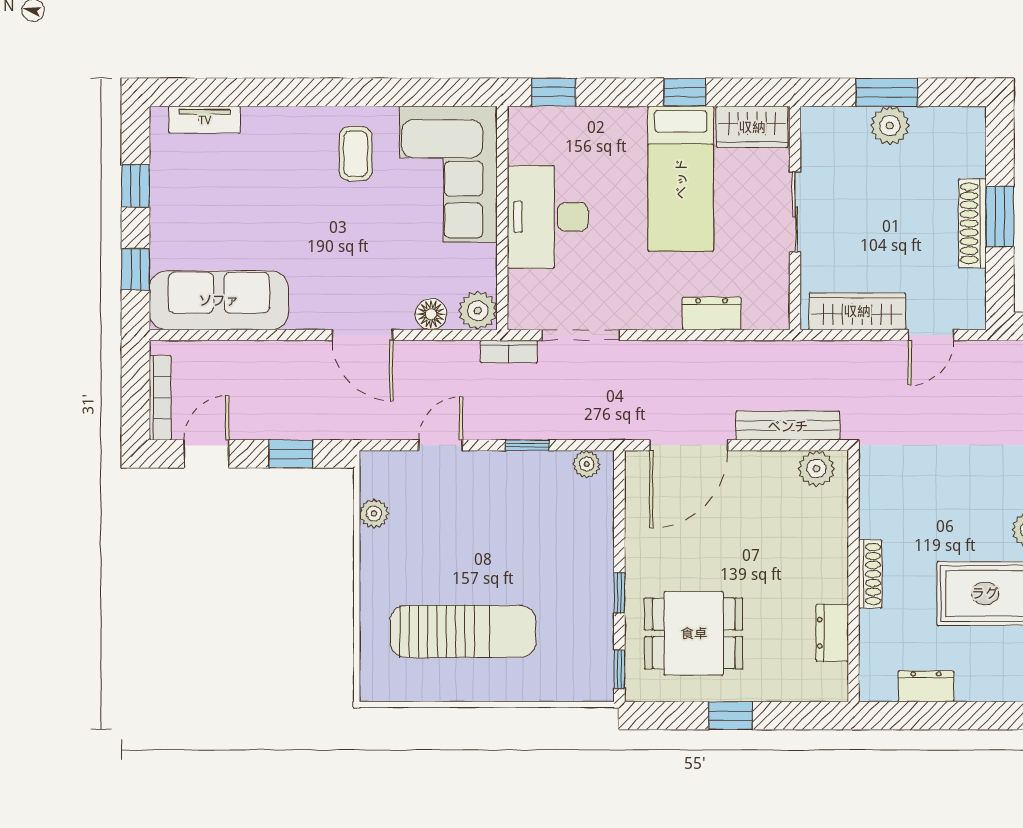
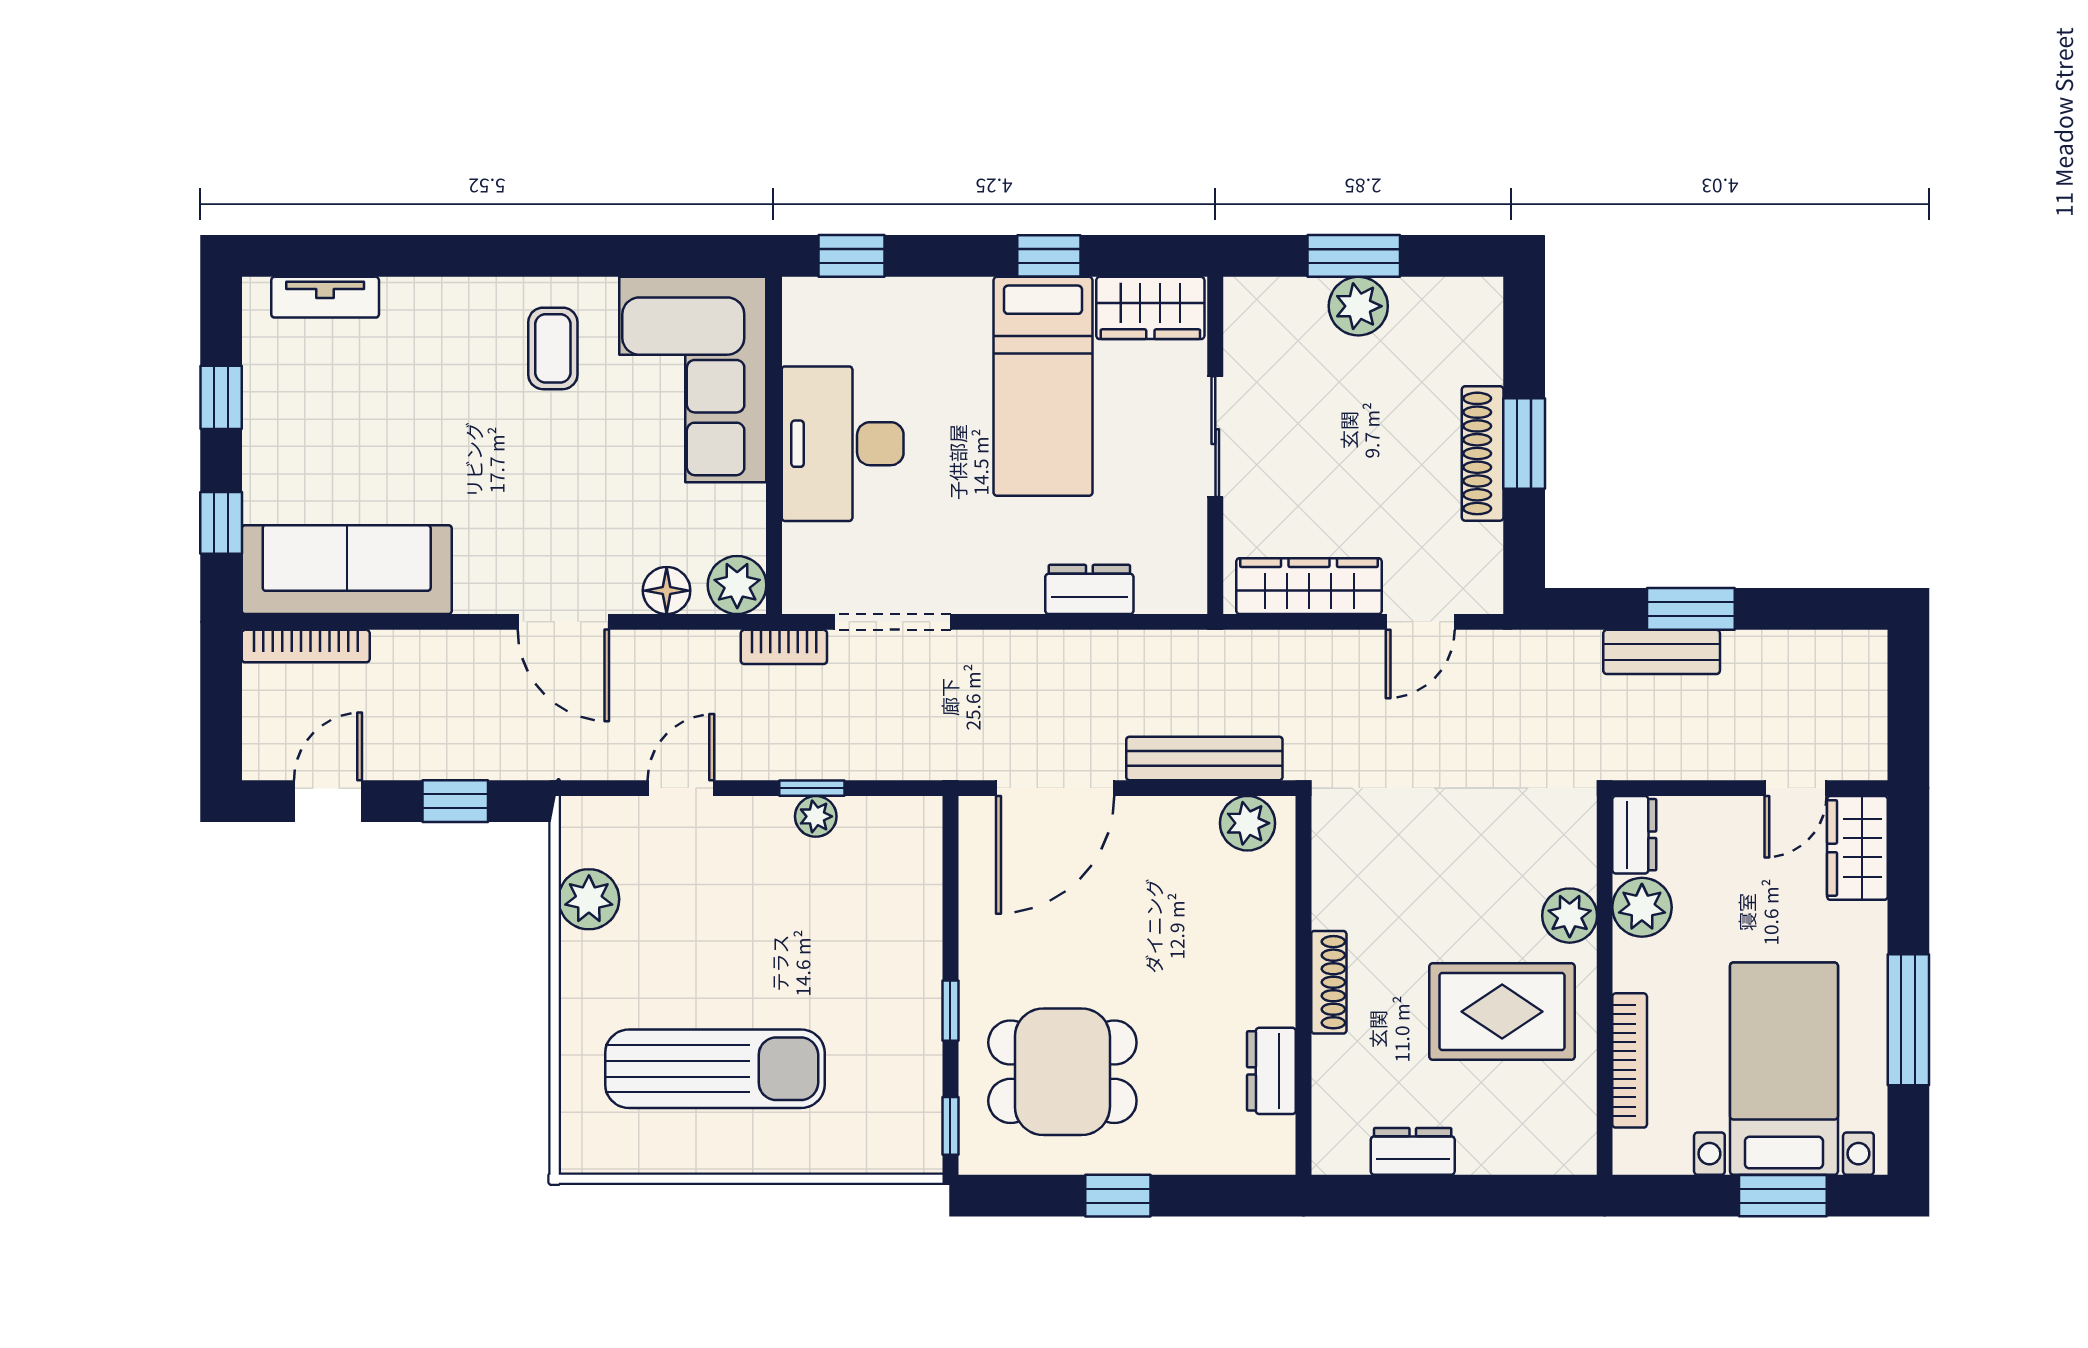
bookcase: (160, 398) -> (306, 646), moved, turned 90
plant: (587, 464) -> (816, 816), moved
plant: (374, 514) -> (589, 899), width x1.38, depth x1.38

